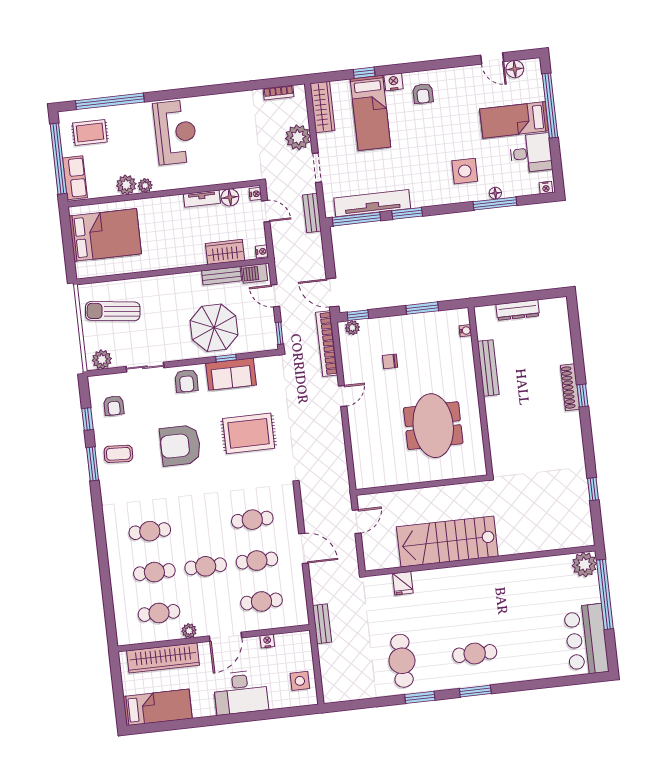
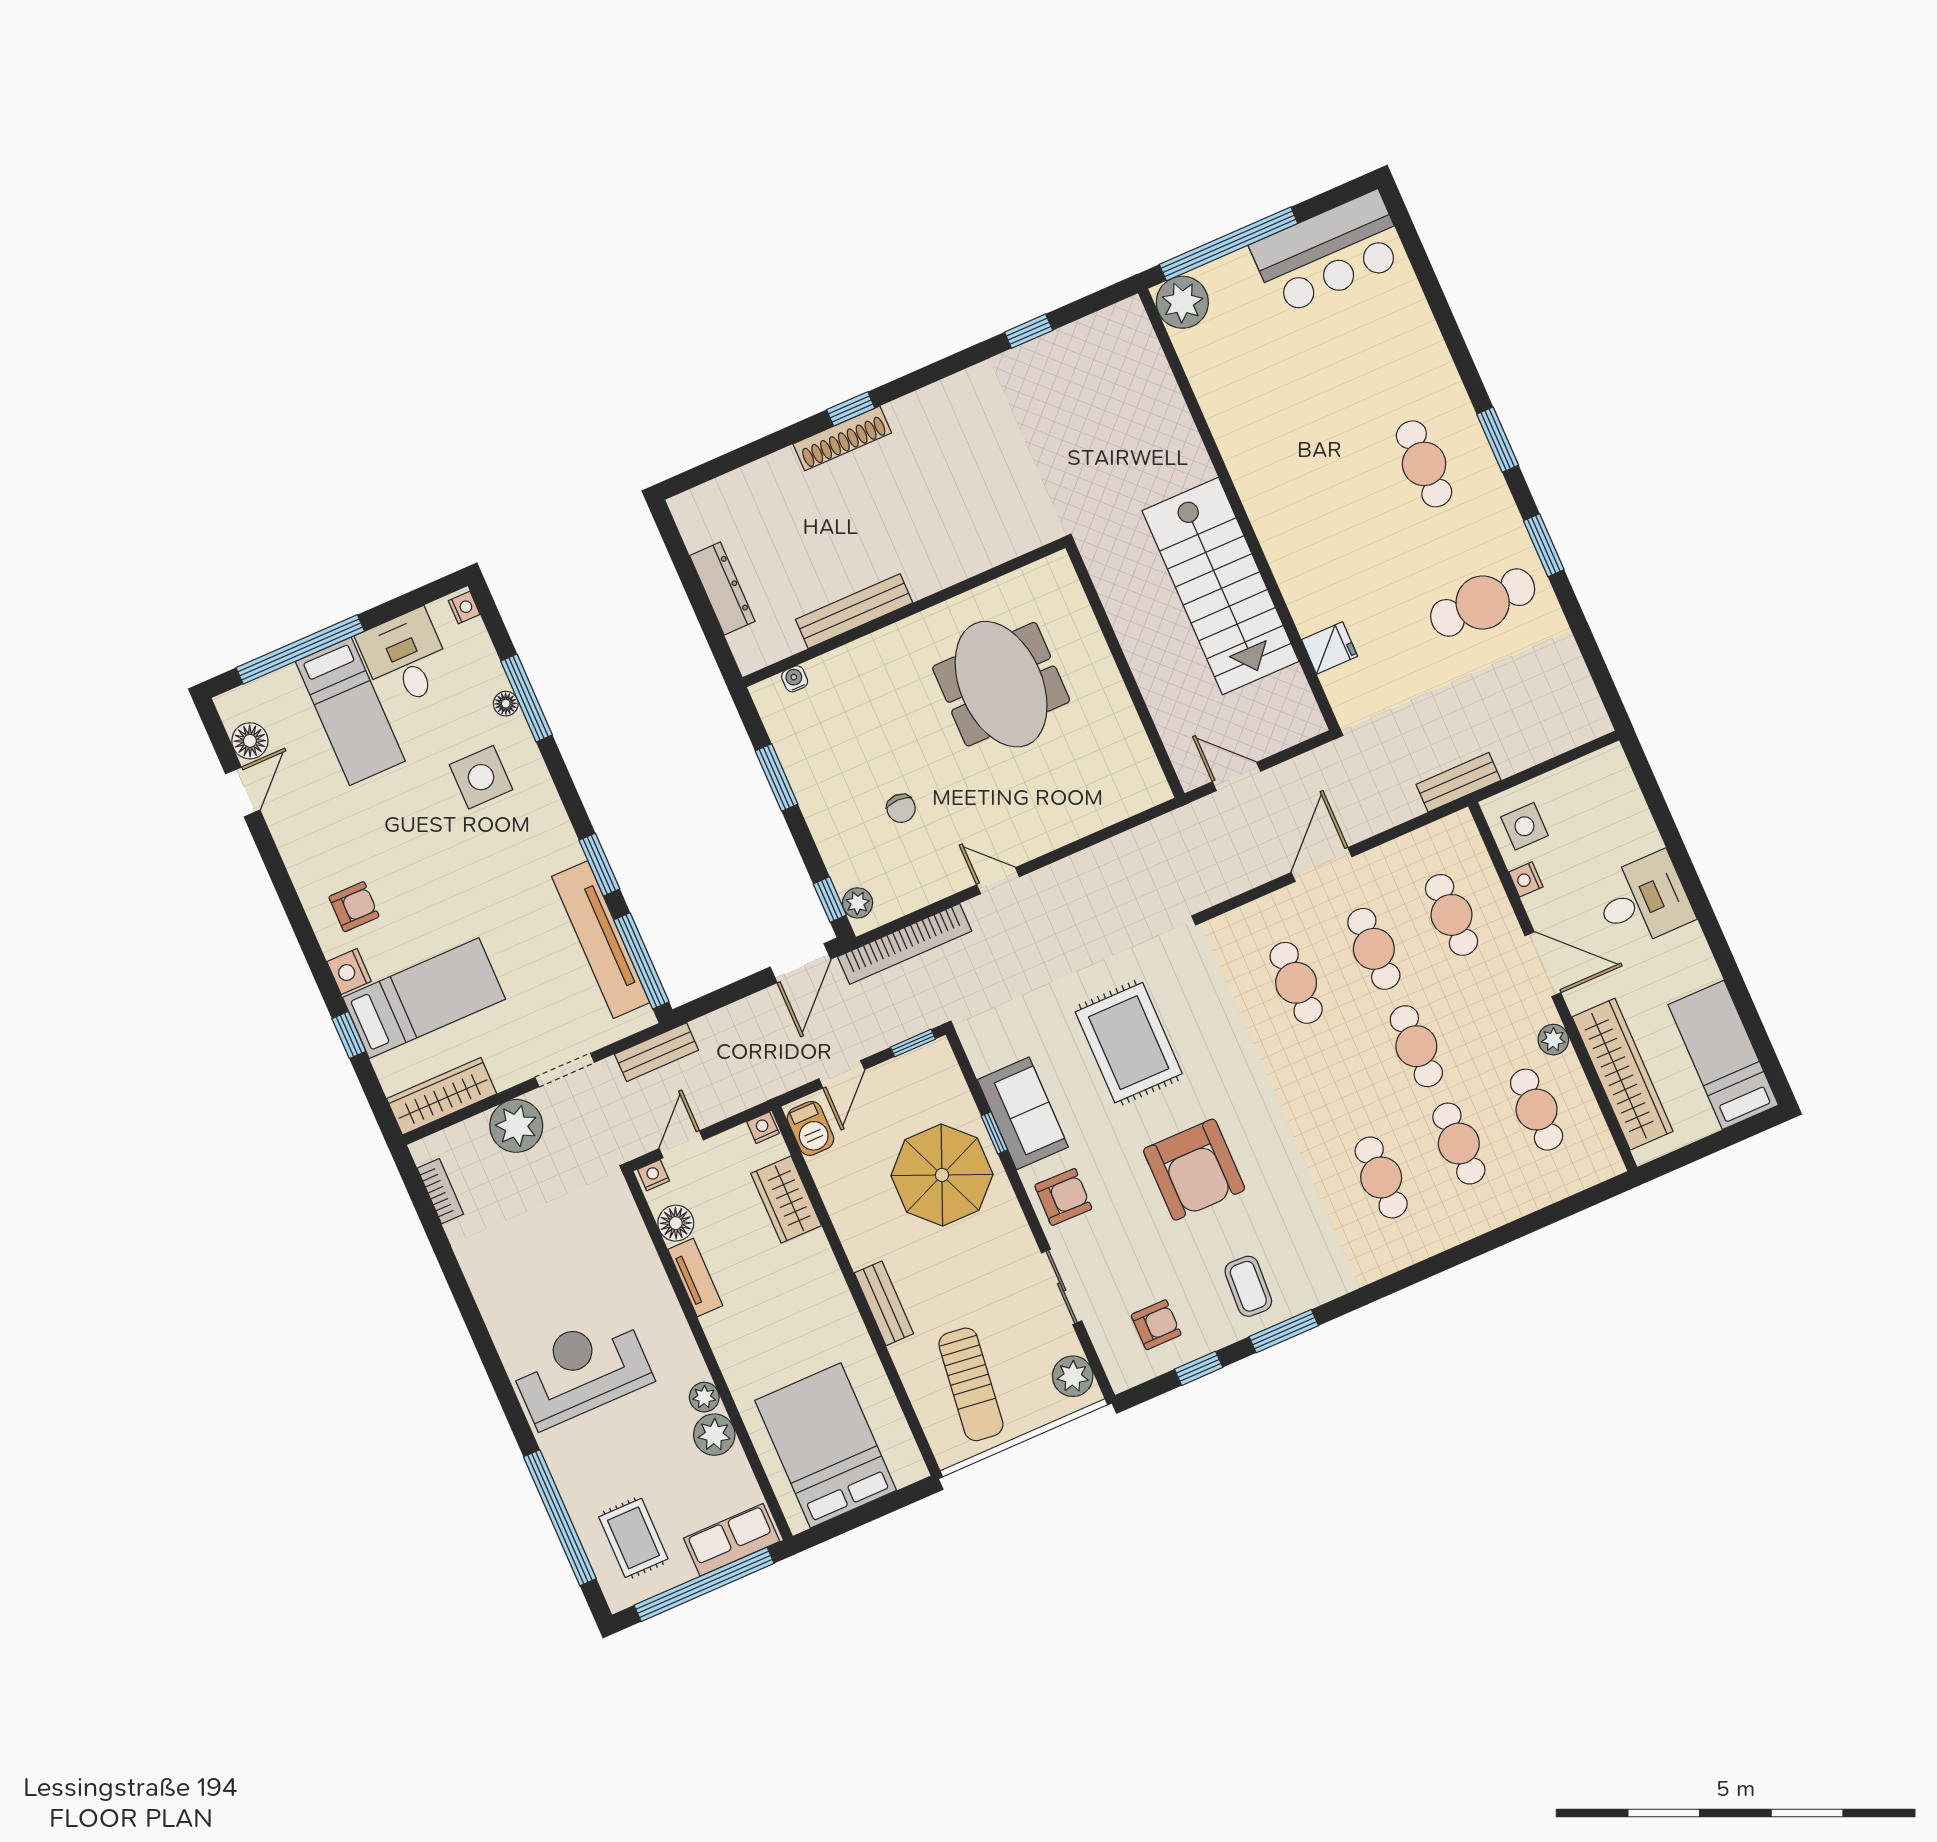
bench: (222, 276) -> (884, 1303), moved
meeting table: (433, 426) -> (1001, 684), turned 90
side table: (300, 681) -> (1524, 826), moved
desk: (241, 692) -> (1643, 900), width x0.73

